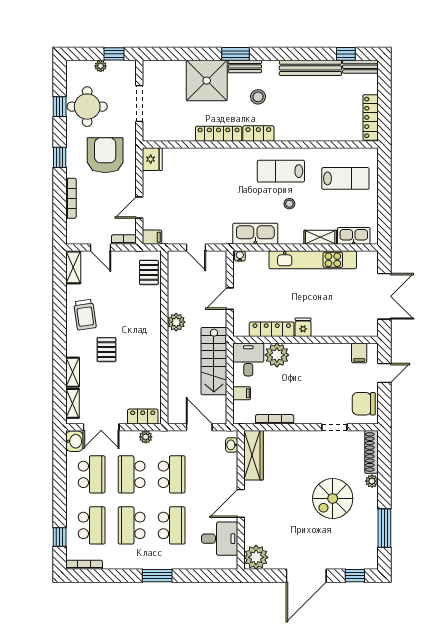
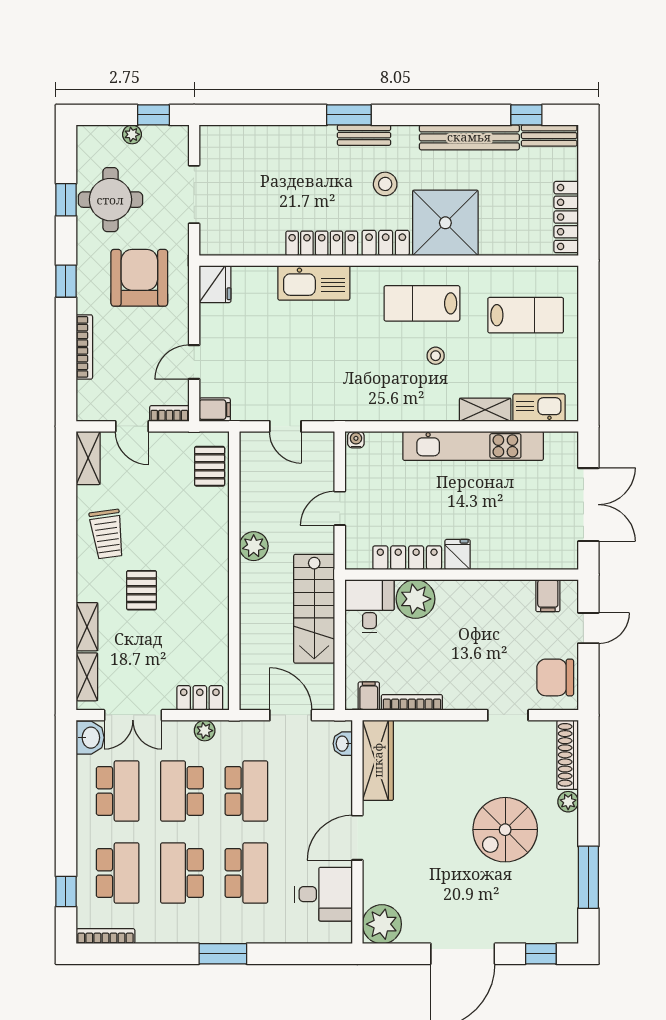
shower: (207, 81) -> (445, 223), moved
kitchen sink: (255, 234) -> (314, 283), moved, turned 180
filing cabinet: (242, 393) -> (369, 696), moved, turned -90

